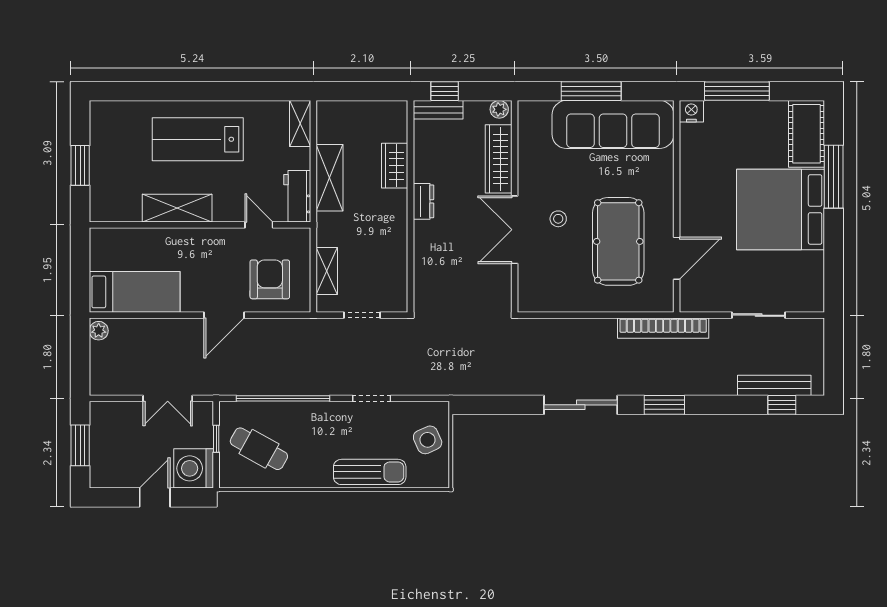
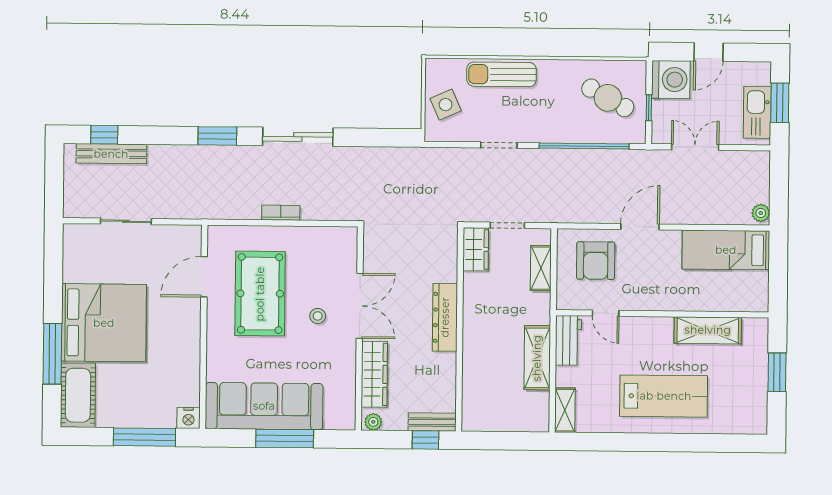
wardrobe: (395, 166) -> (476, 249), moved
dresser: (423, 201) -> (445, 317), width x1.96, depth x1.24
shelving: (177, 208) -> (708, 330), moved
bookcase: (663, 328) -> (281, 213), moved, width x0.43, depth x0.76
kitchen sink: (103, 435) -> (757, 112), added

